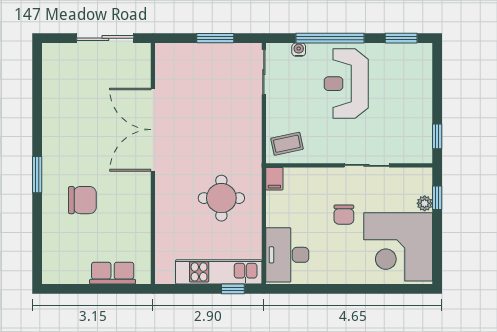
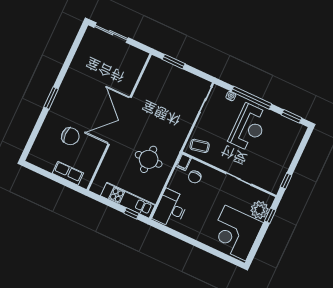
sliding door: (105, 38) -> (111, 33), moved
window: (215, 38) -> (174, 62), moved
reception desk: (346, 84) -> (249, 128), turned 180
double door: (153, 130) -> (120, 121), moved
chair: (82, 200) -> (70, 136), moved
plant: (425, 203) -> (260, 210), width x1.88, depth x1.88
chair: (344, 215) -> (195, 177), moved

